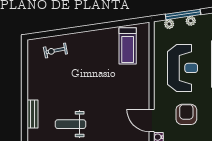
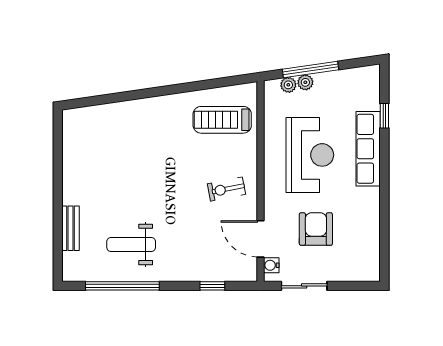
plant: (191, 21) -> (305, 82), moved
treadmill: (128, 46) -> (222, 120), turned 90
exercise bike: (55, 51) -> (226, 189), moved

